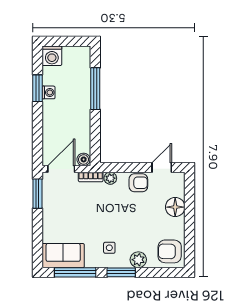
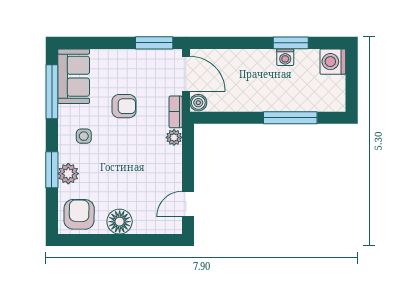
door: (162, 167) -> (188, 204), swing flipped
armchair: (138, 183) -> (124, 106), moved, turned -90
floor lamp: (175, 207) -> (120, 222), moved
window: (121, 272) -> (52, 170), moved

